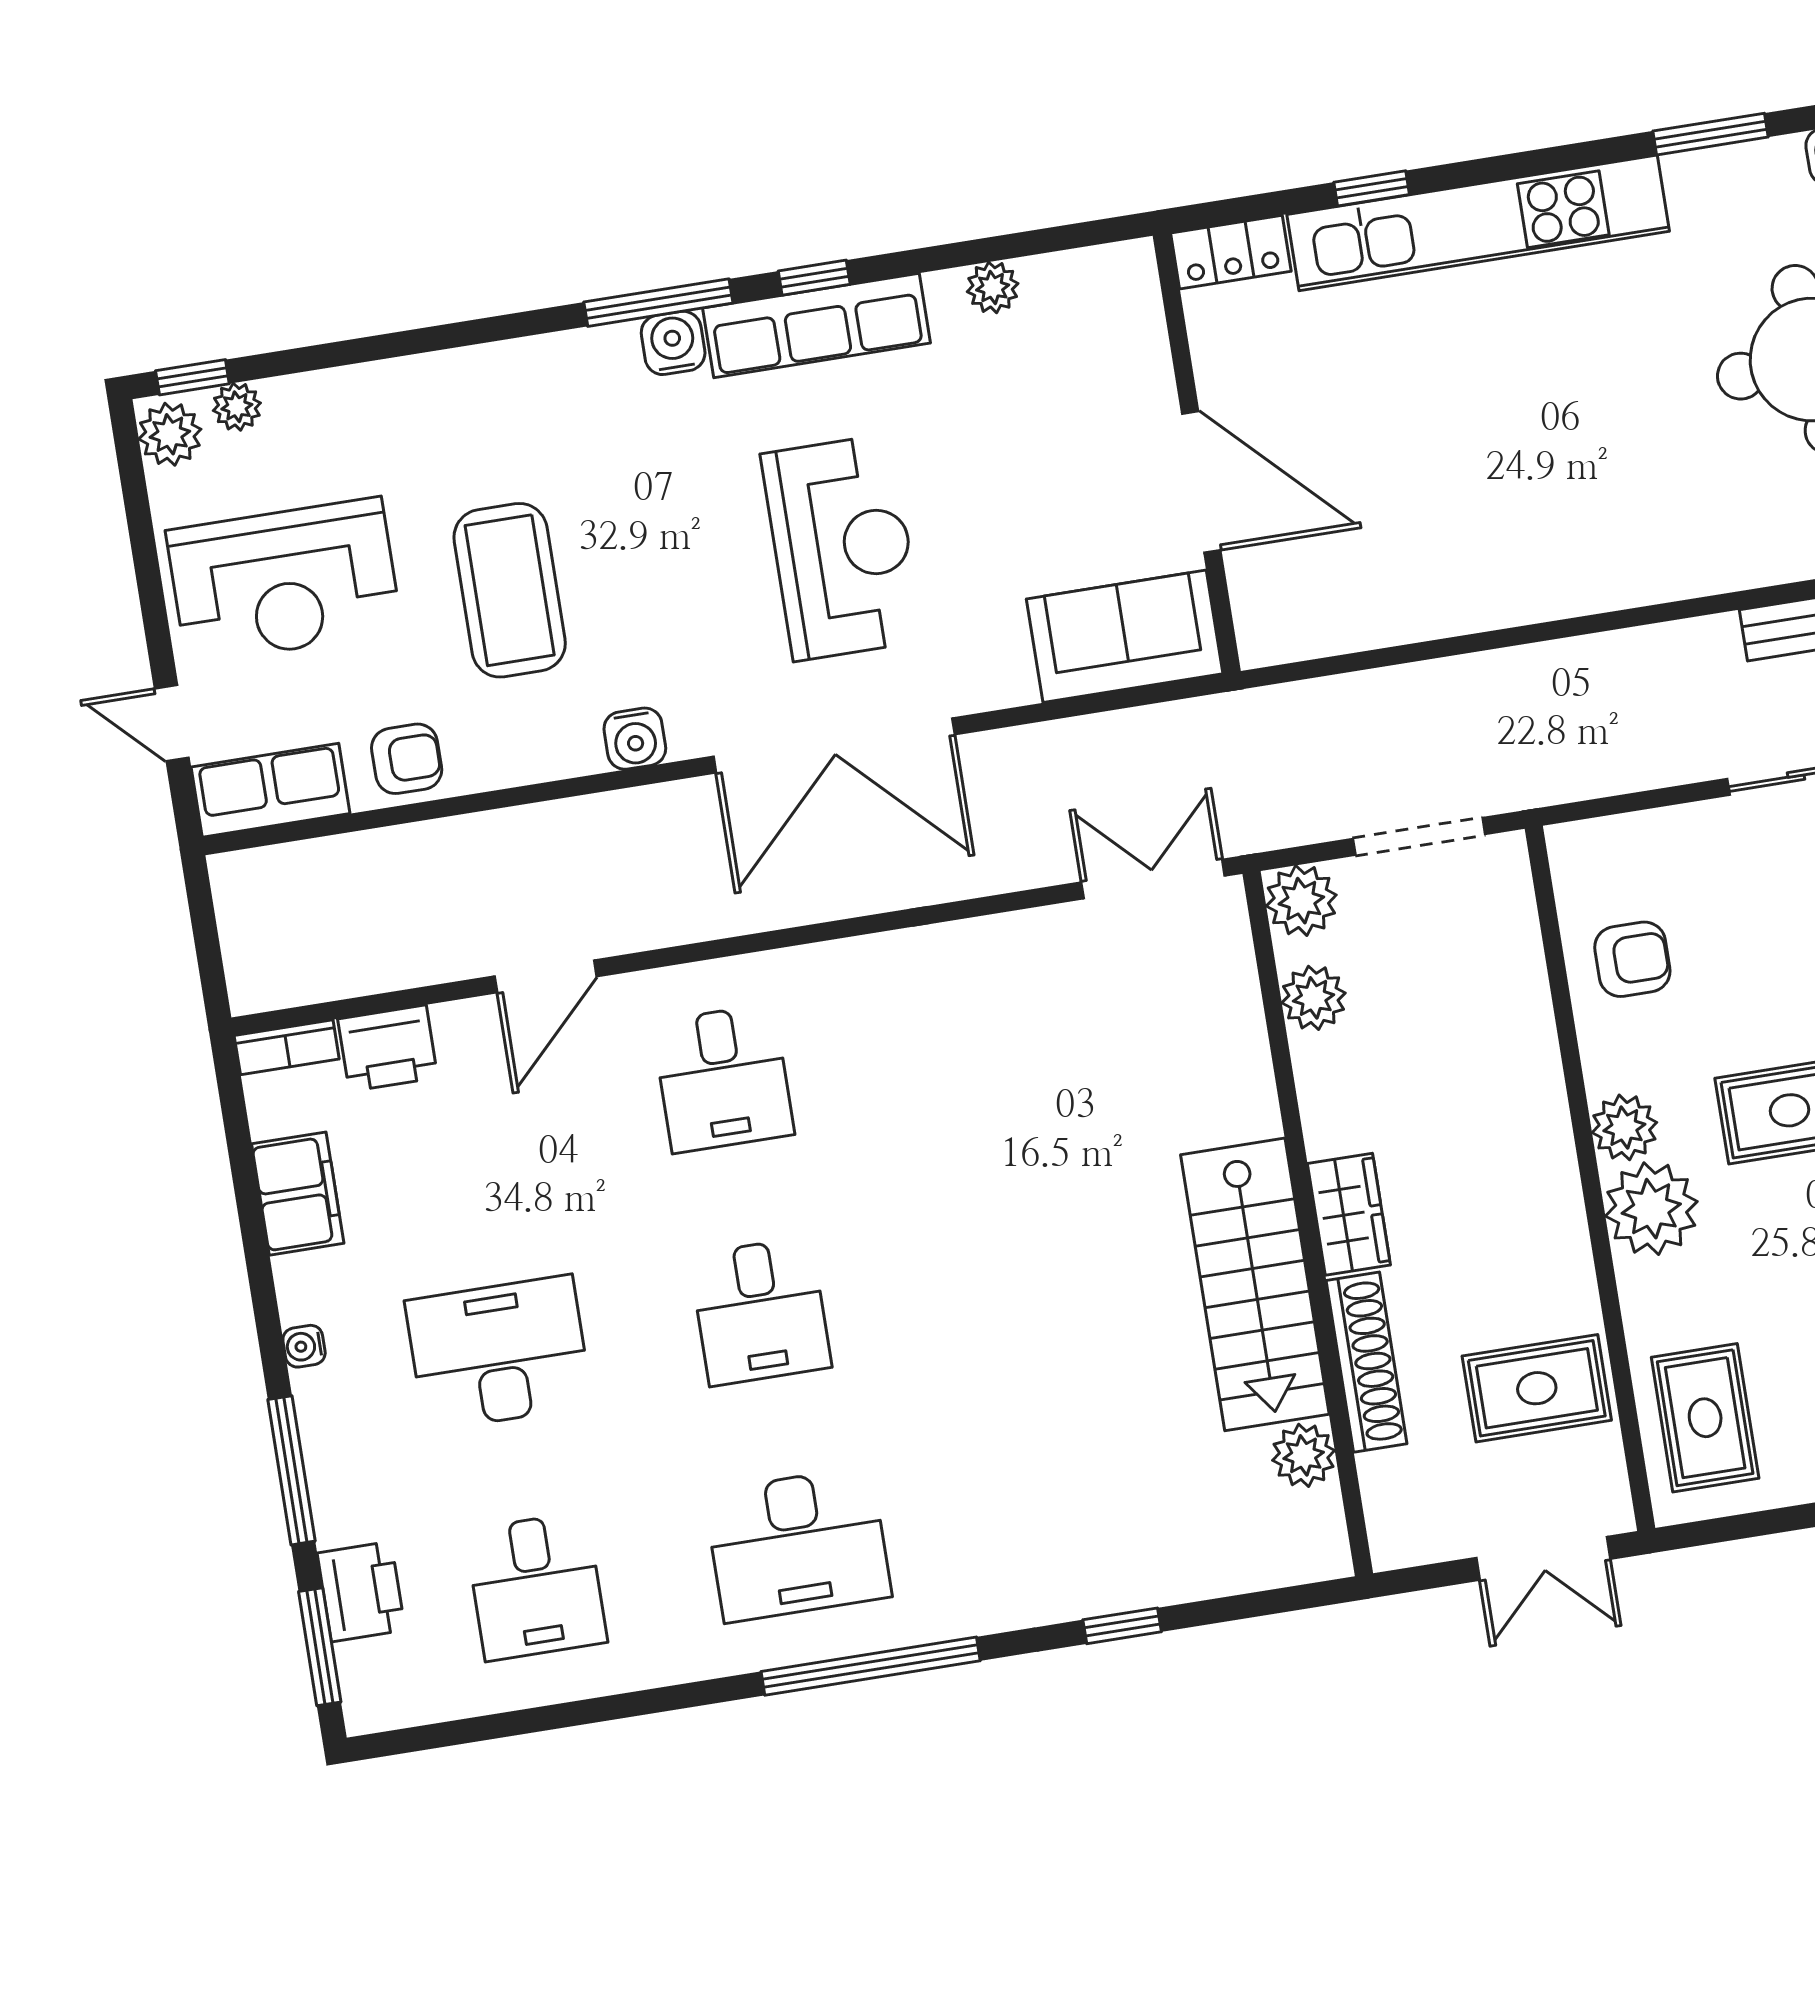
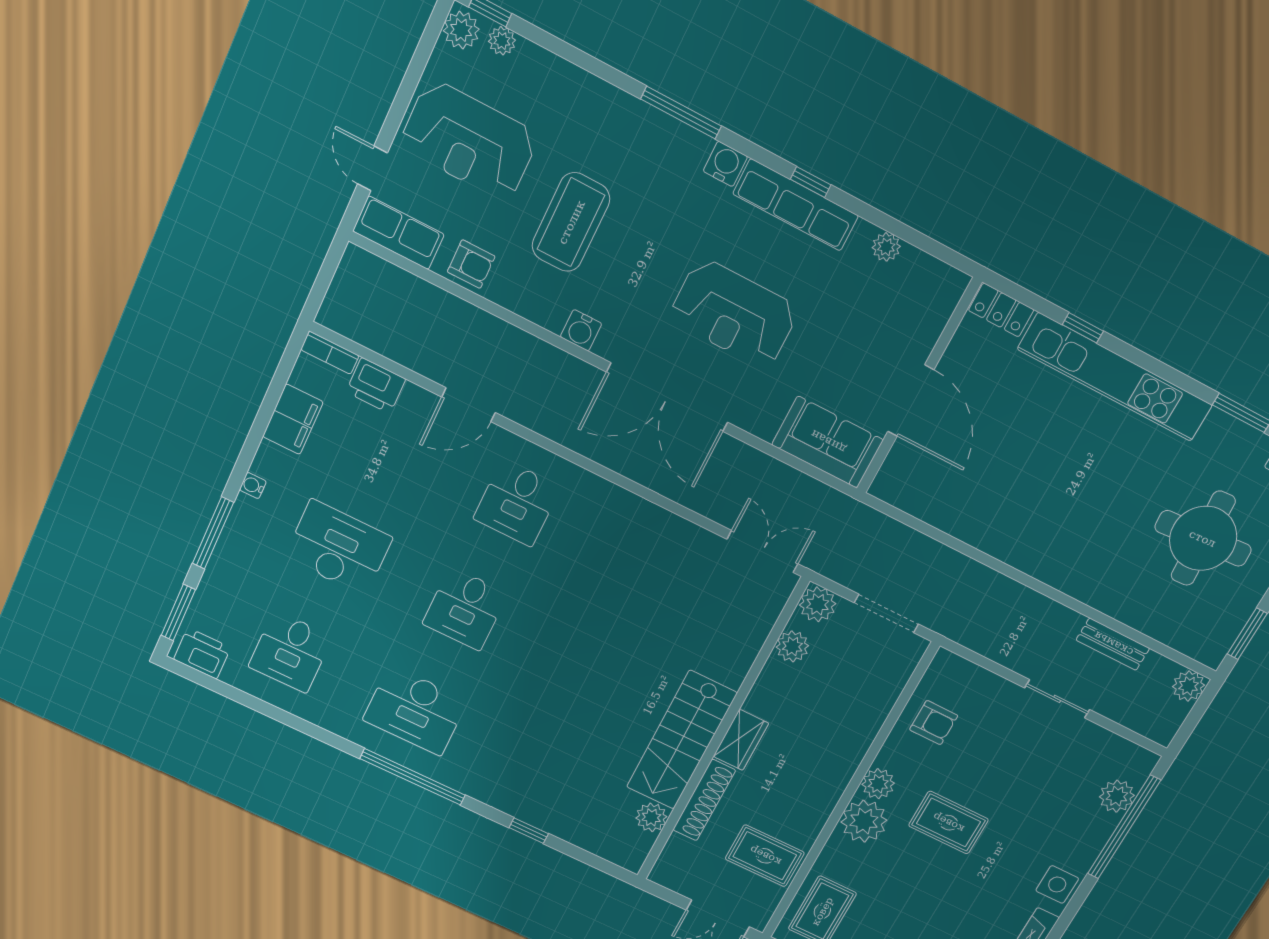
window: (658, 303) -> (681, 113), moved
reception desk: (842, 547) -> (734, 313), turned 90
printer: (361, 1592) -> (202, 653), moved, turned -90

